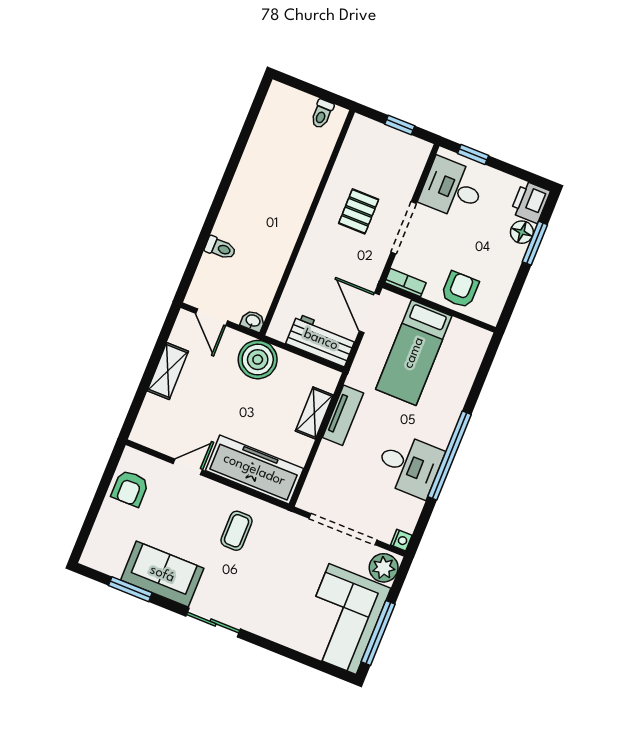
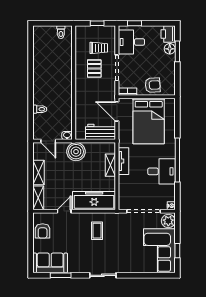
trolley: (384, 174) -> (99, 48), added
armchair: (460, 290) -> (153, 85), turned 87
bed: (414, 353) -> (149, 121), width x1.50
shelving: (148, 420) -> (38, 198), added
sofa: (162, 574) -> (50, 263), moved
window: (378, 633) -> (177, 251), width x0.46

